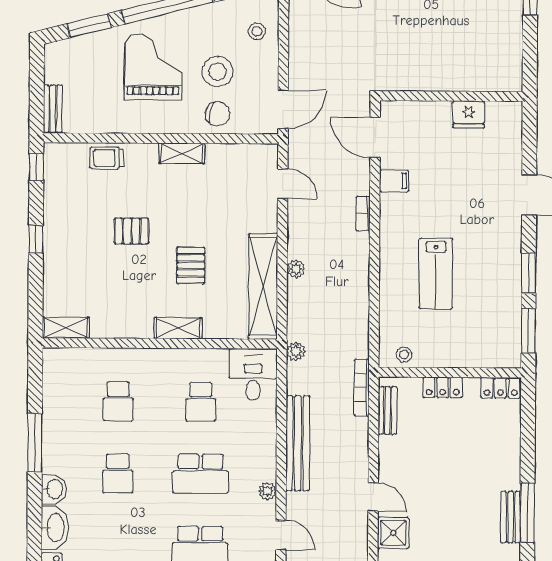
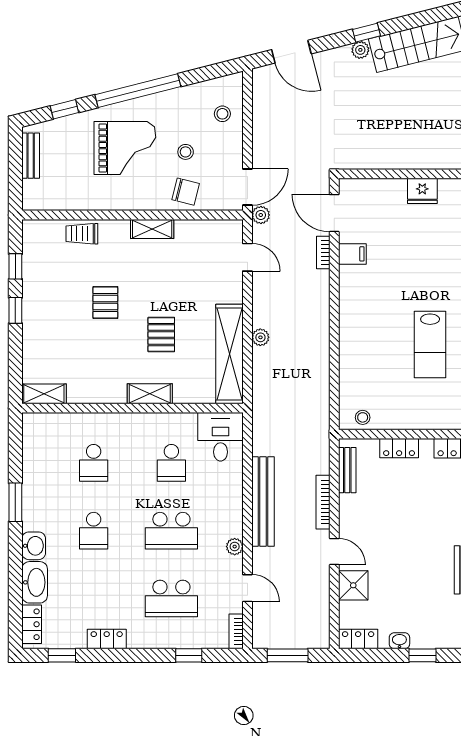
window: (89, 26) -> (64, 109), width x0.67
grand piano: (153, 67) -> (125, 148), turned 90
stool: (218, 72) -> (186, 152), width x0.53, depth x0.53
bench: (53, 109) -> (31, 156), moved
window: (36, 167) -> (15, 266), moved
bookcase: (363, 214) -> (323, 252), moved
pallet: (131, 231) -> (105, 302), turned 90
lab bench: (436, 273) -> (430, 345), moved
plant: (296, 351) -> (261, 215), moved
bookcase: (362, 388) -> (323, 502), moved
window: (35, 443) -> (15, 502), width x0.69

